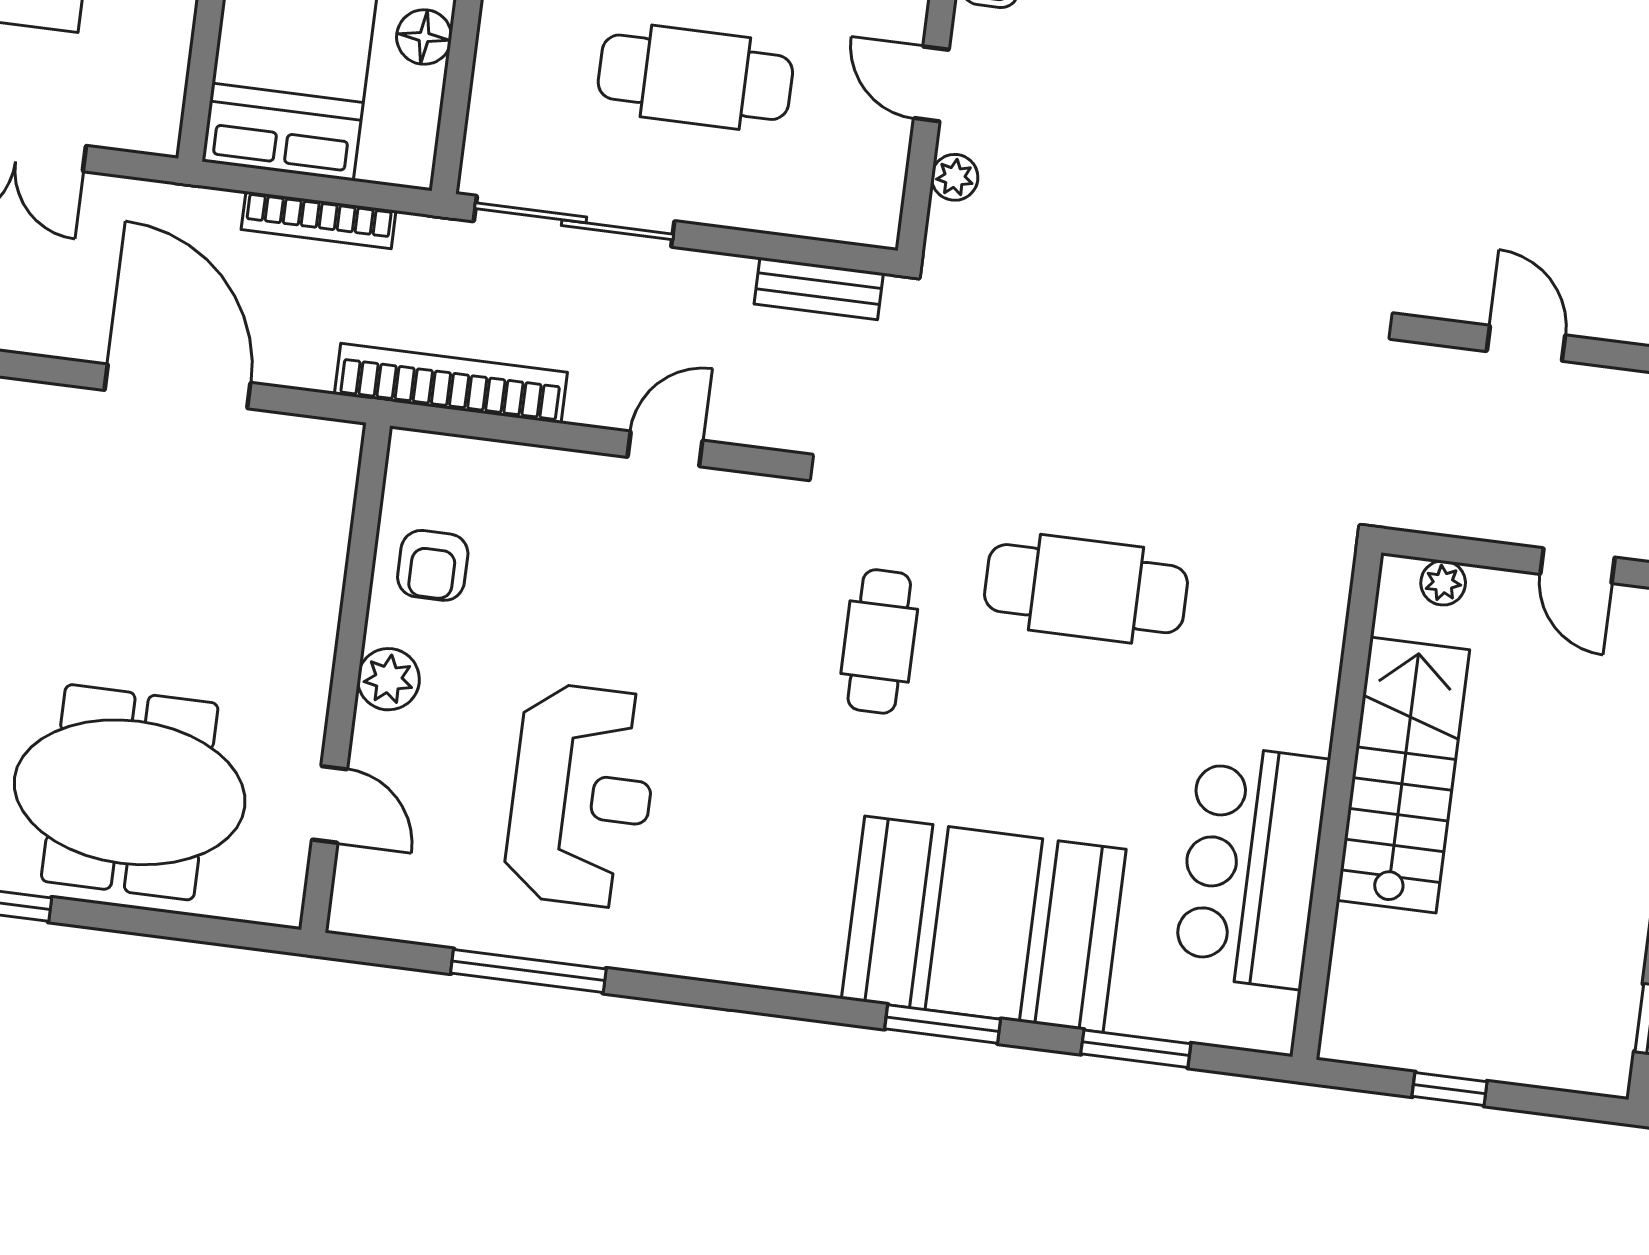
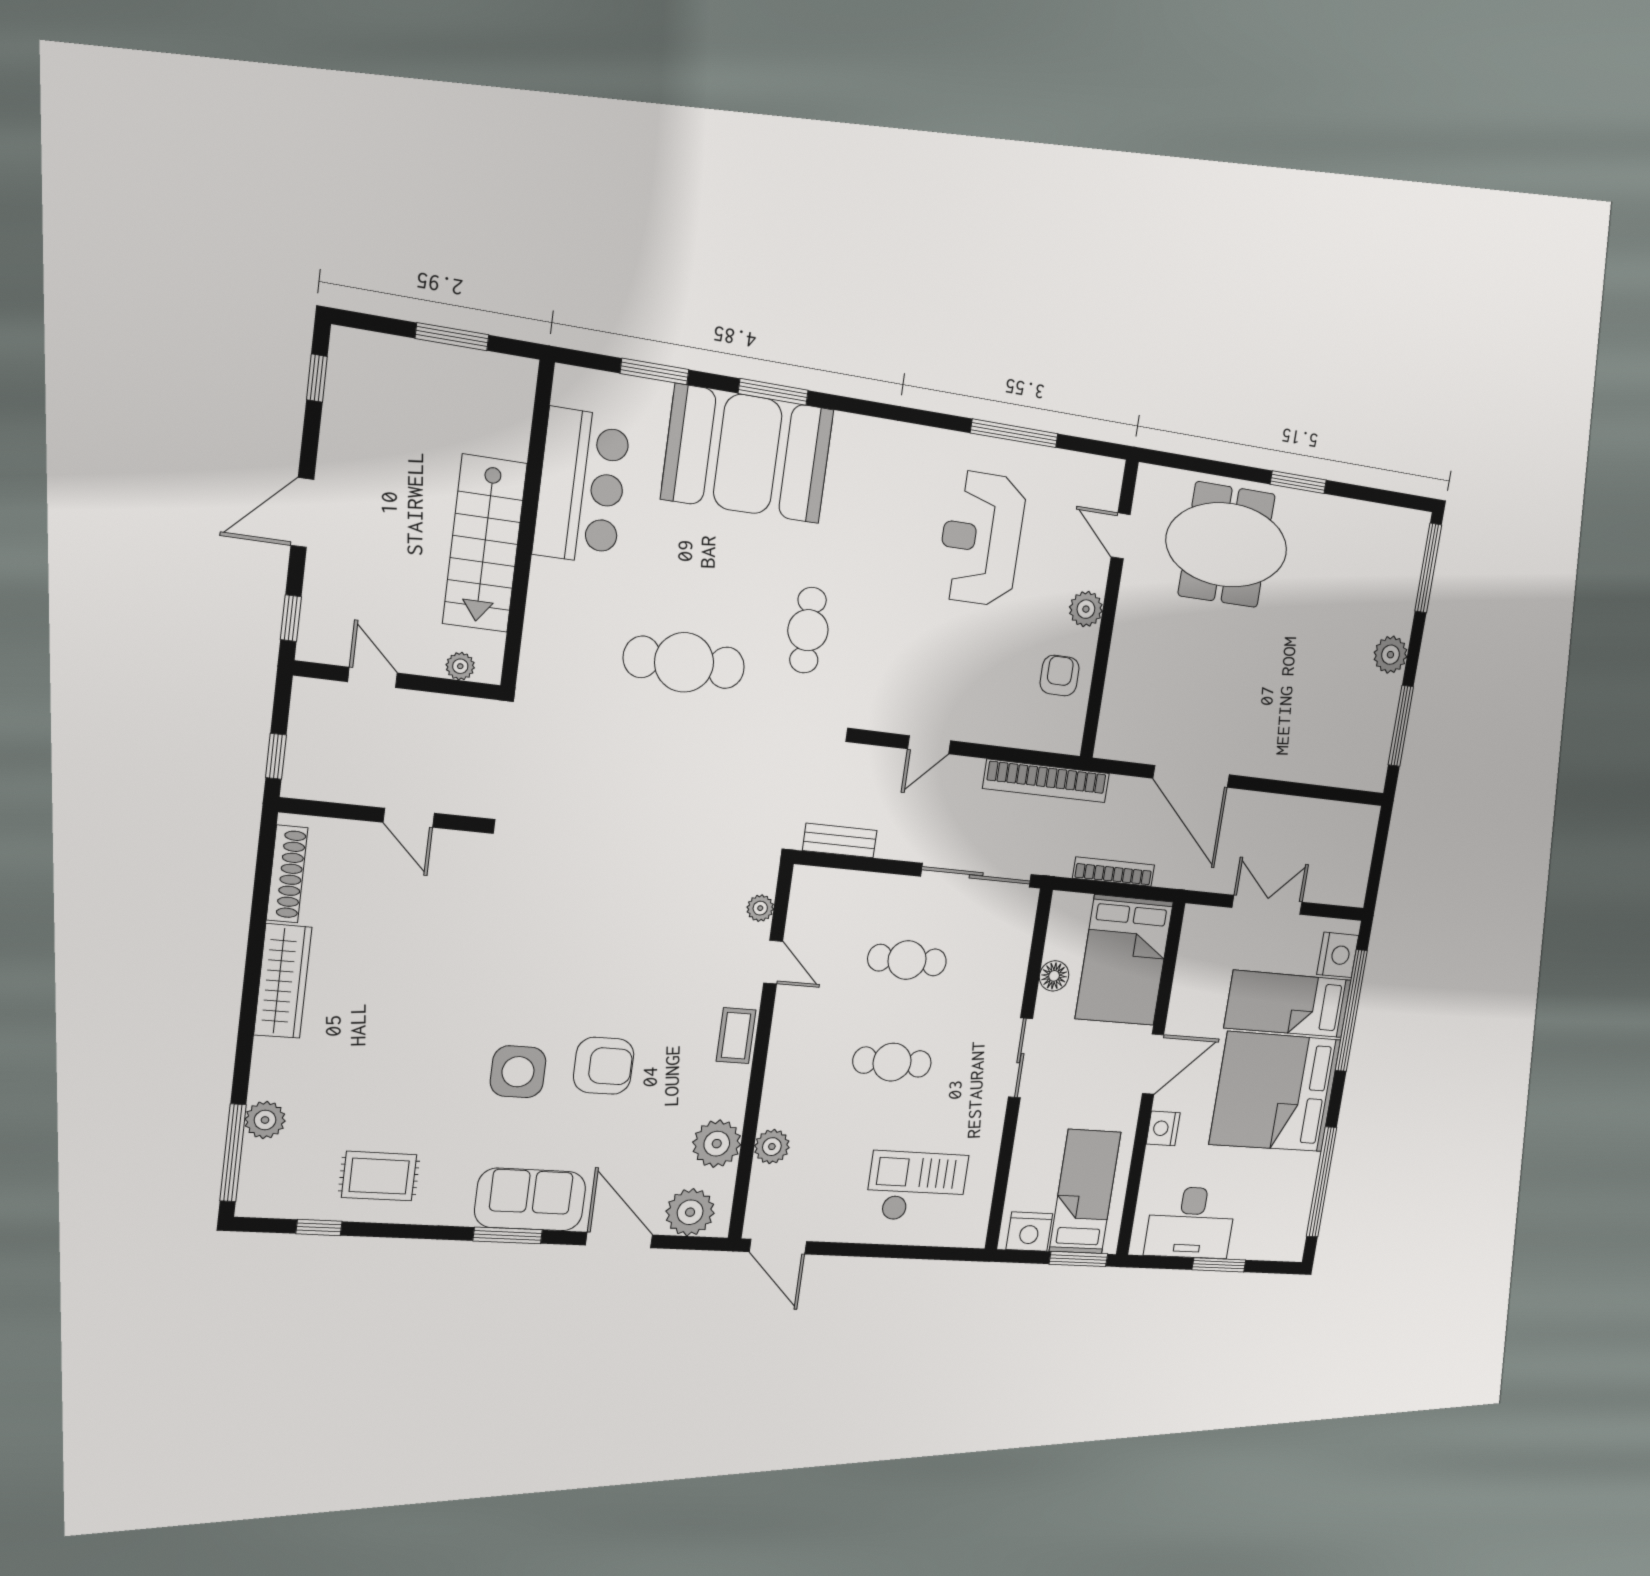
cafe table: (695, 77) -> (907, 960), width x0.73, depth x0.74
window: (1450, 1089) -> (452, 337), width x1.50

